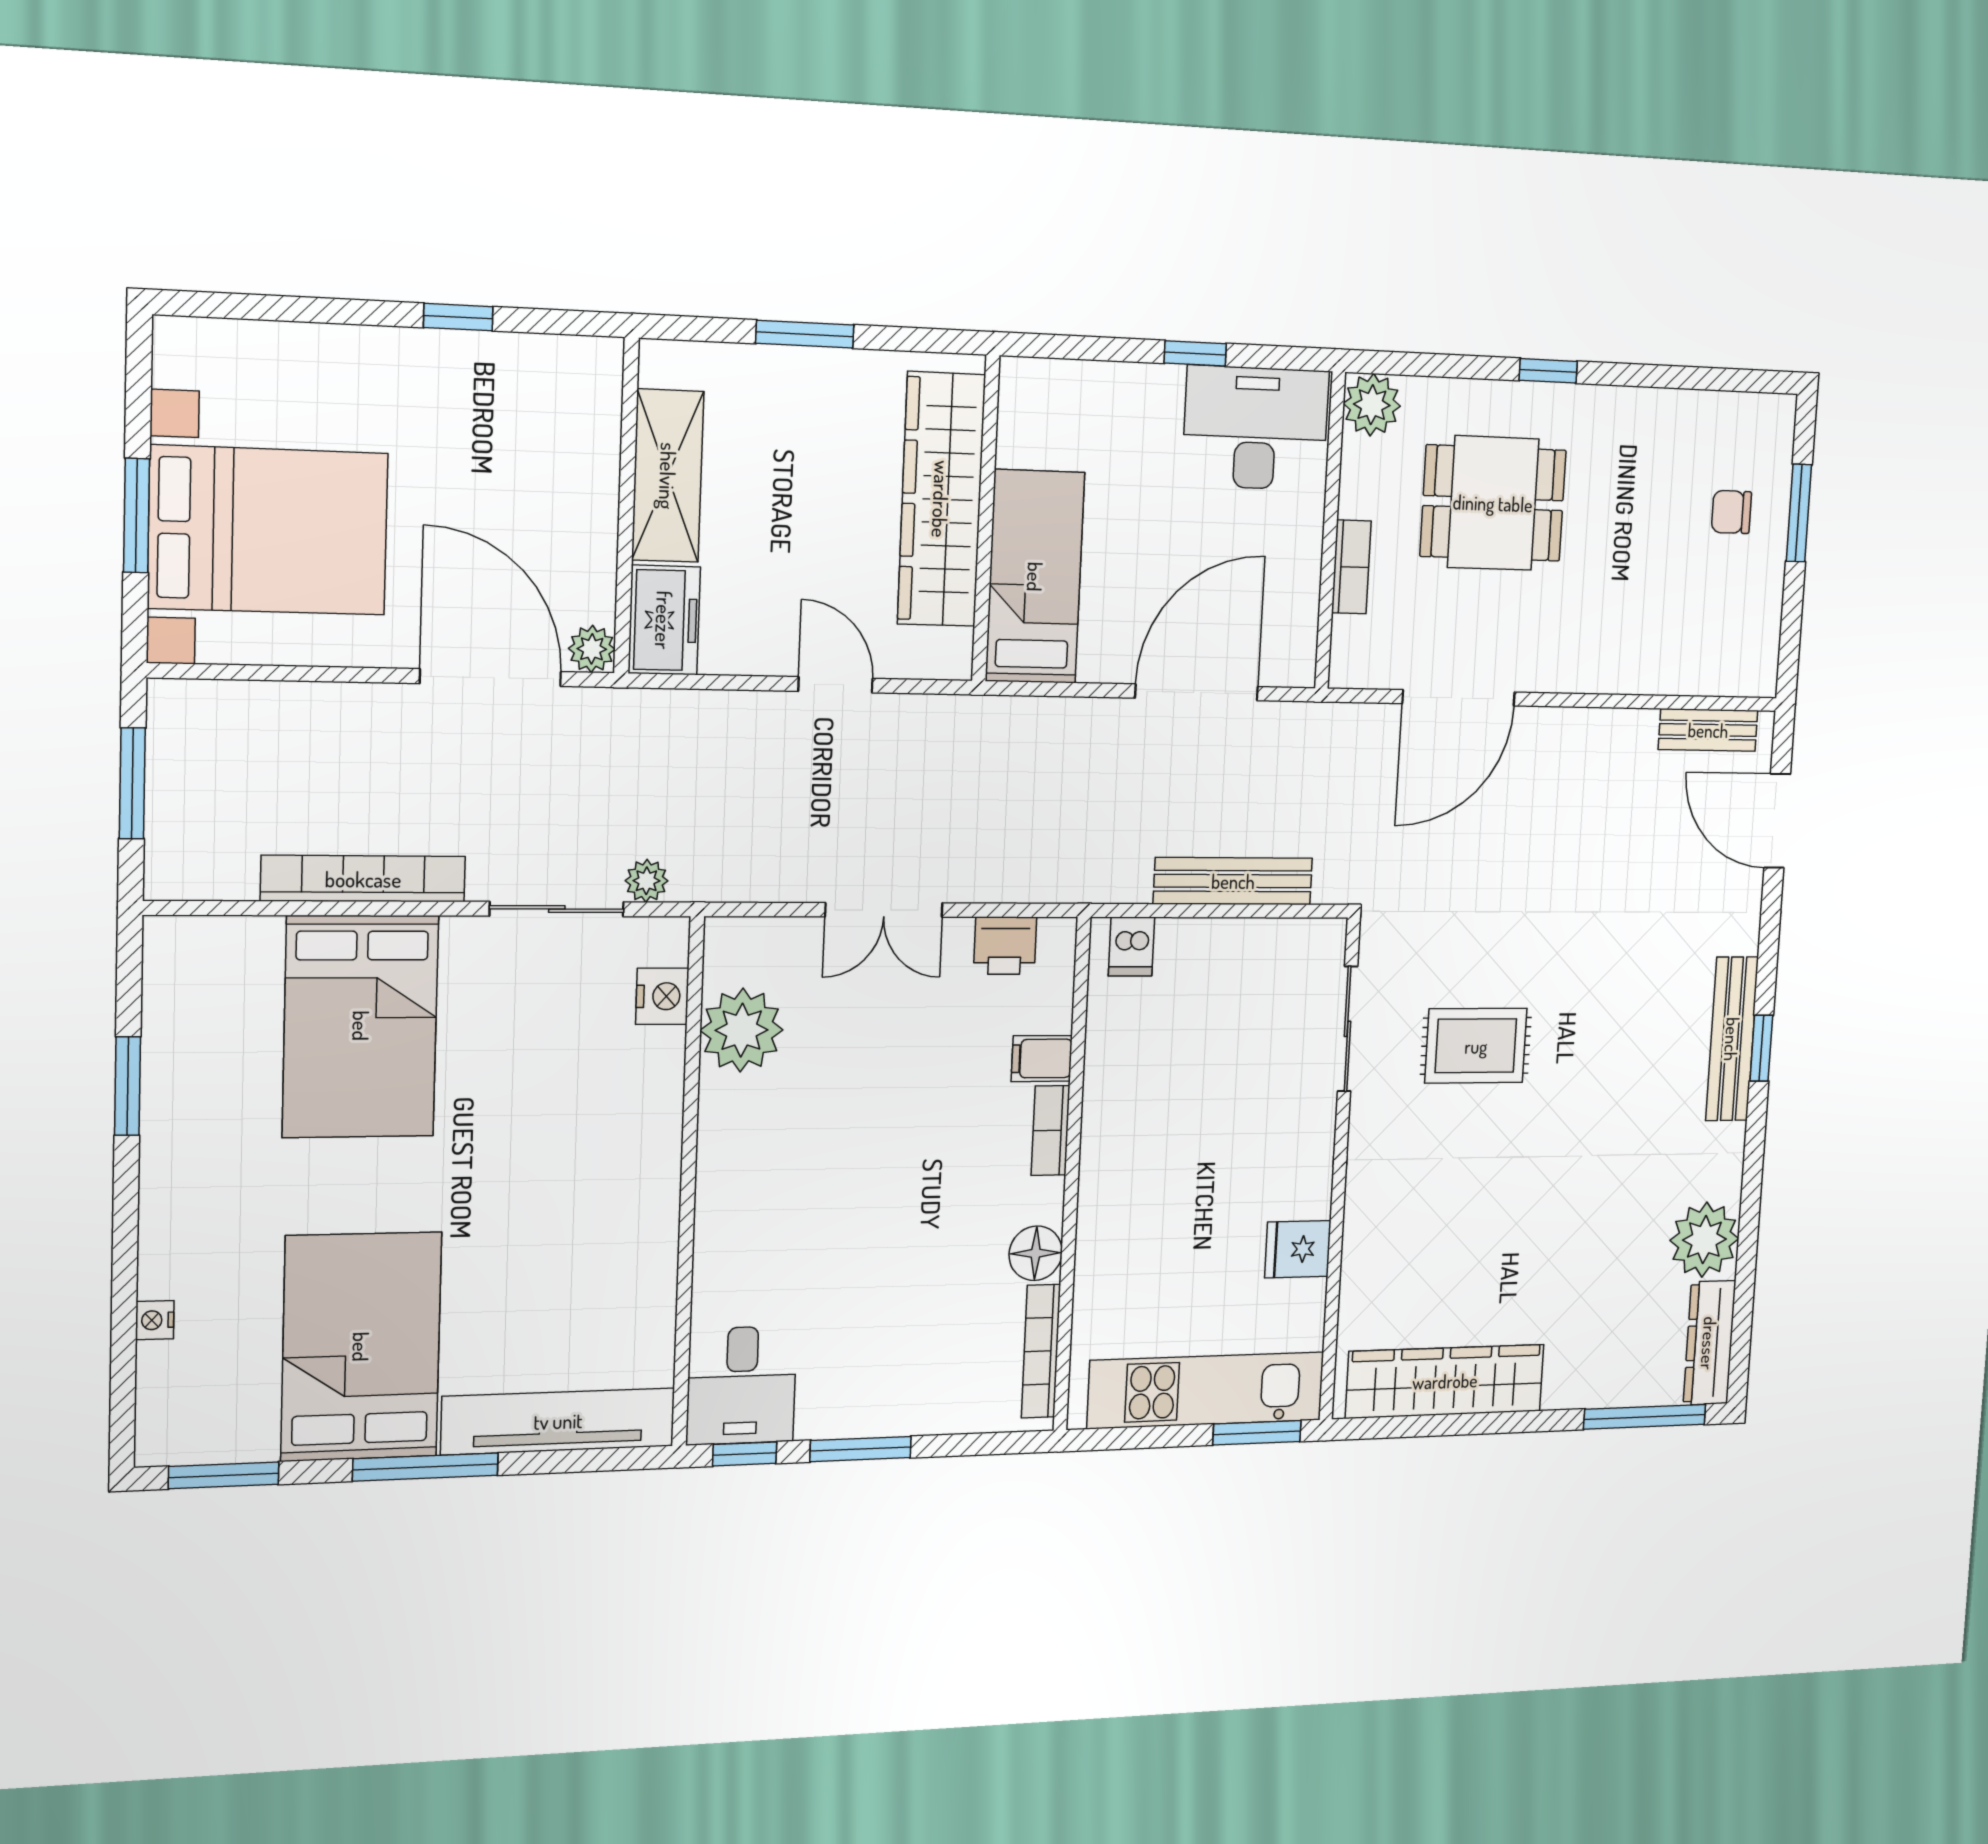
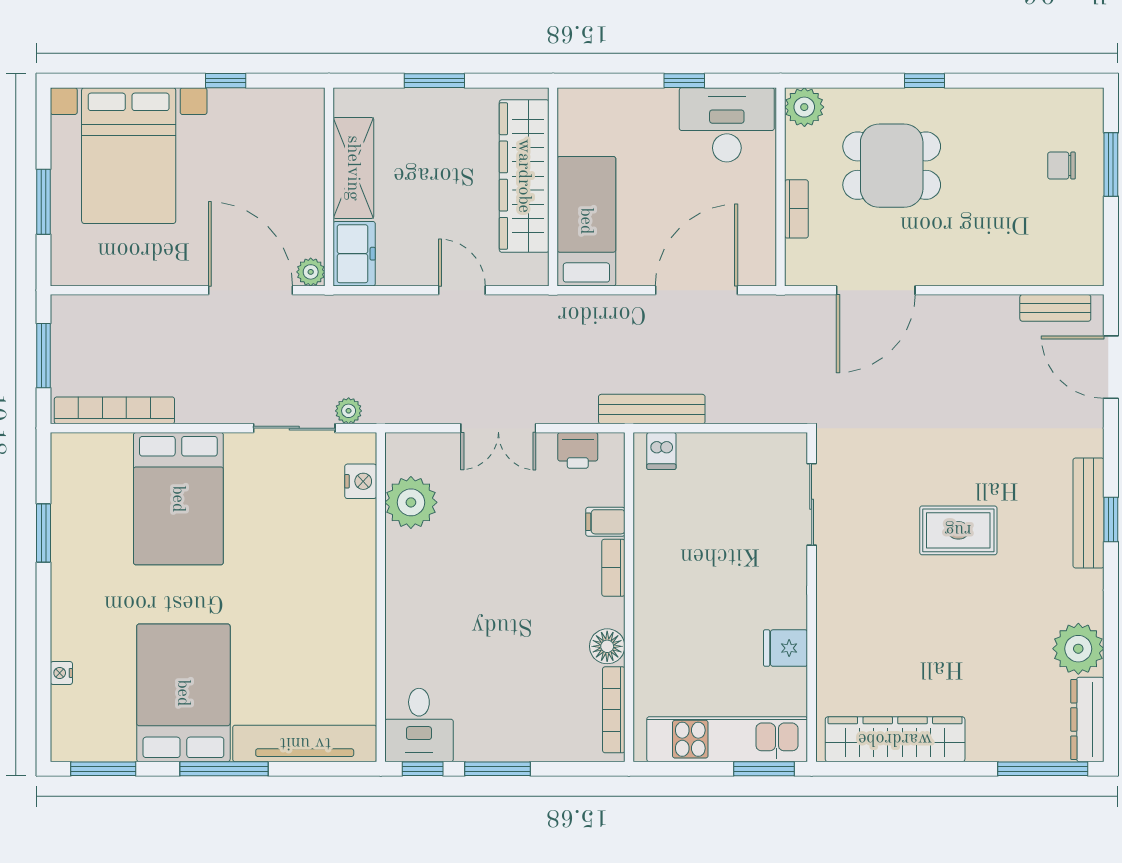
bed with nightstands: (268, 530) -> (129, 156), moved, turned 90
bookcase: (363, 879) -> (114, 410), moved
bench: (1233, 881) -> (652, 409), moved
rug: (1476, 1046) -> (958, 530), moved

